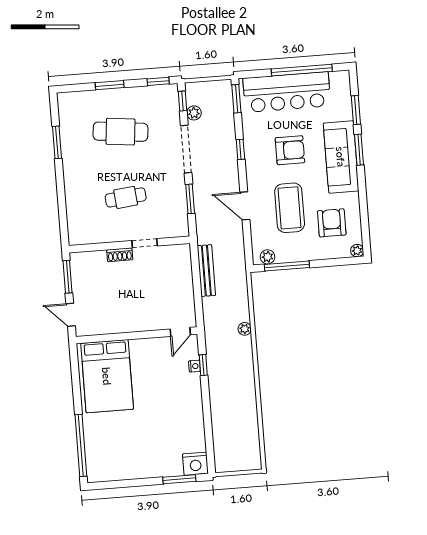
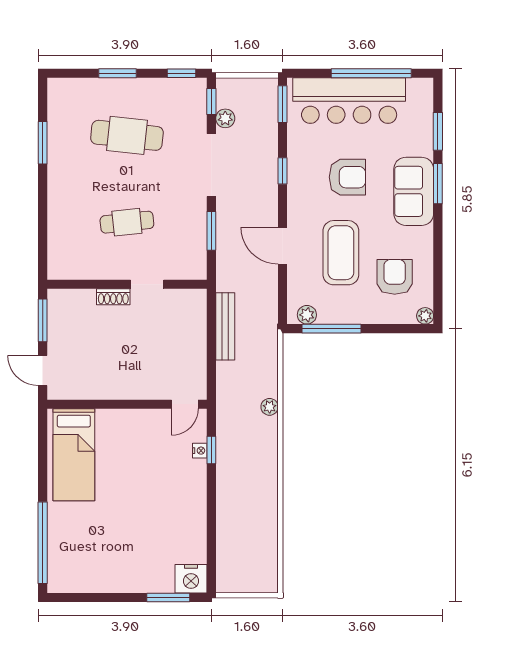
sofa: (341, 157) -> (414, 191), width x0.73
bed: (107, 376) -> (74, 455), width x0.67

